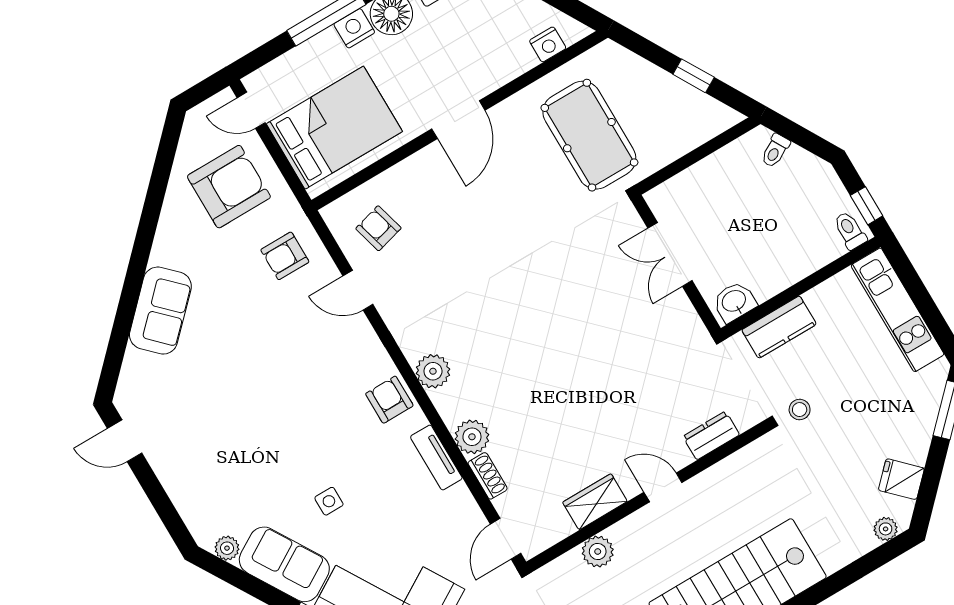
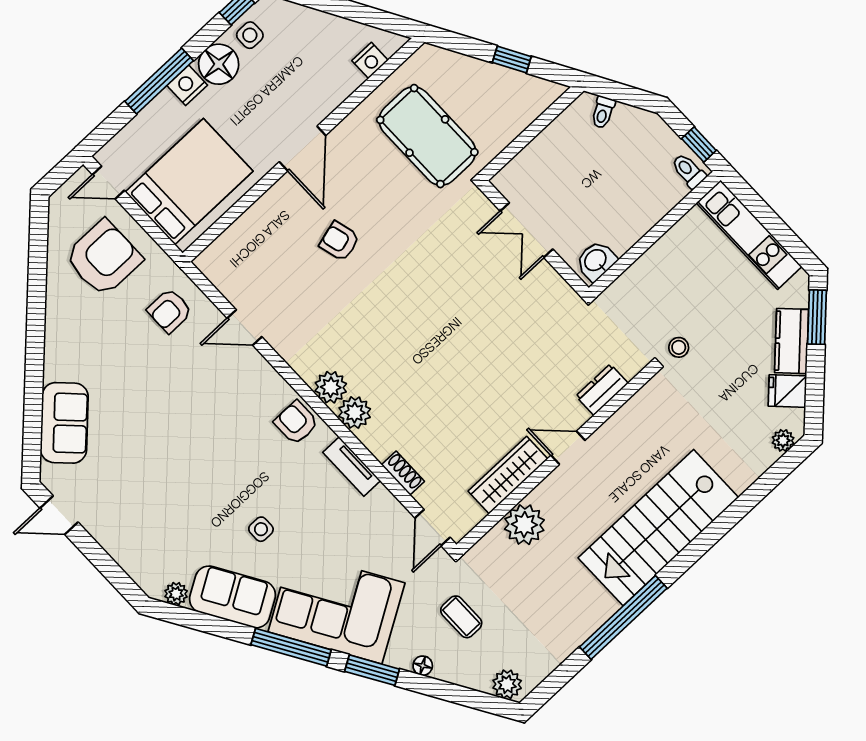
armchair: (378, 228) -> (339, 241), moved
sofa: (160, 311) -> (64, 423), moved
kitchen counter: (779, 327) -> (792, 341), moved, turned 135
plant: (472, 437) -> (355, 413), moved
wardrobe: (595, 502) -> (508, 475), width x1.50
plant: (598, 551) -> (524, 525), width x1.36, depth x1.36

